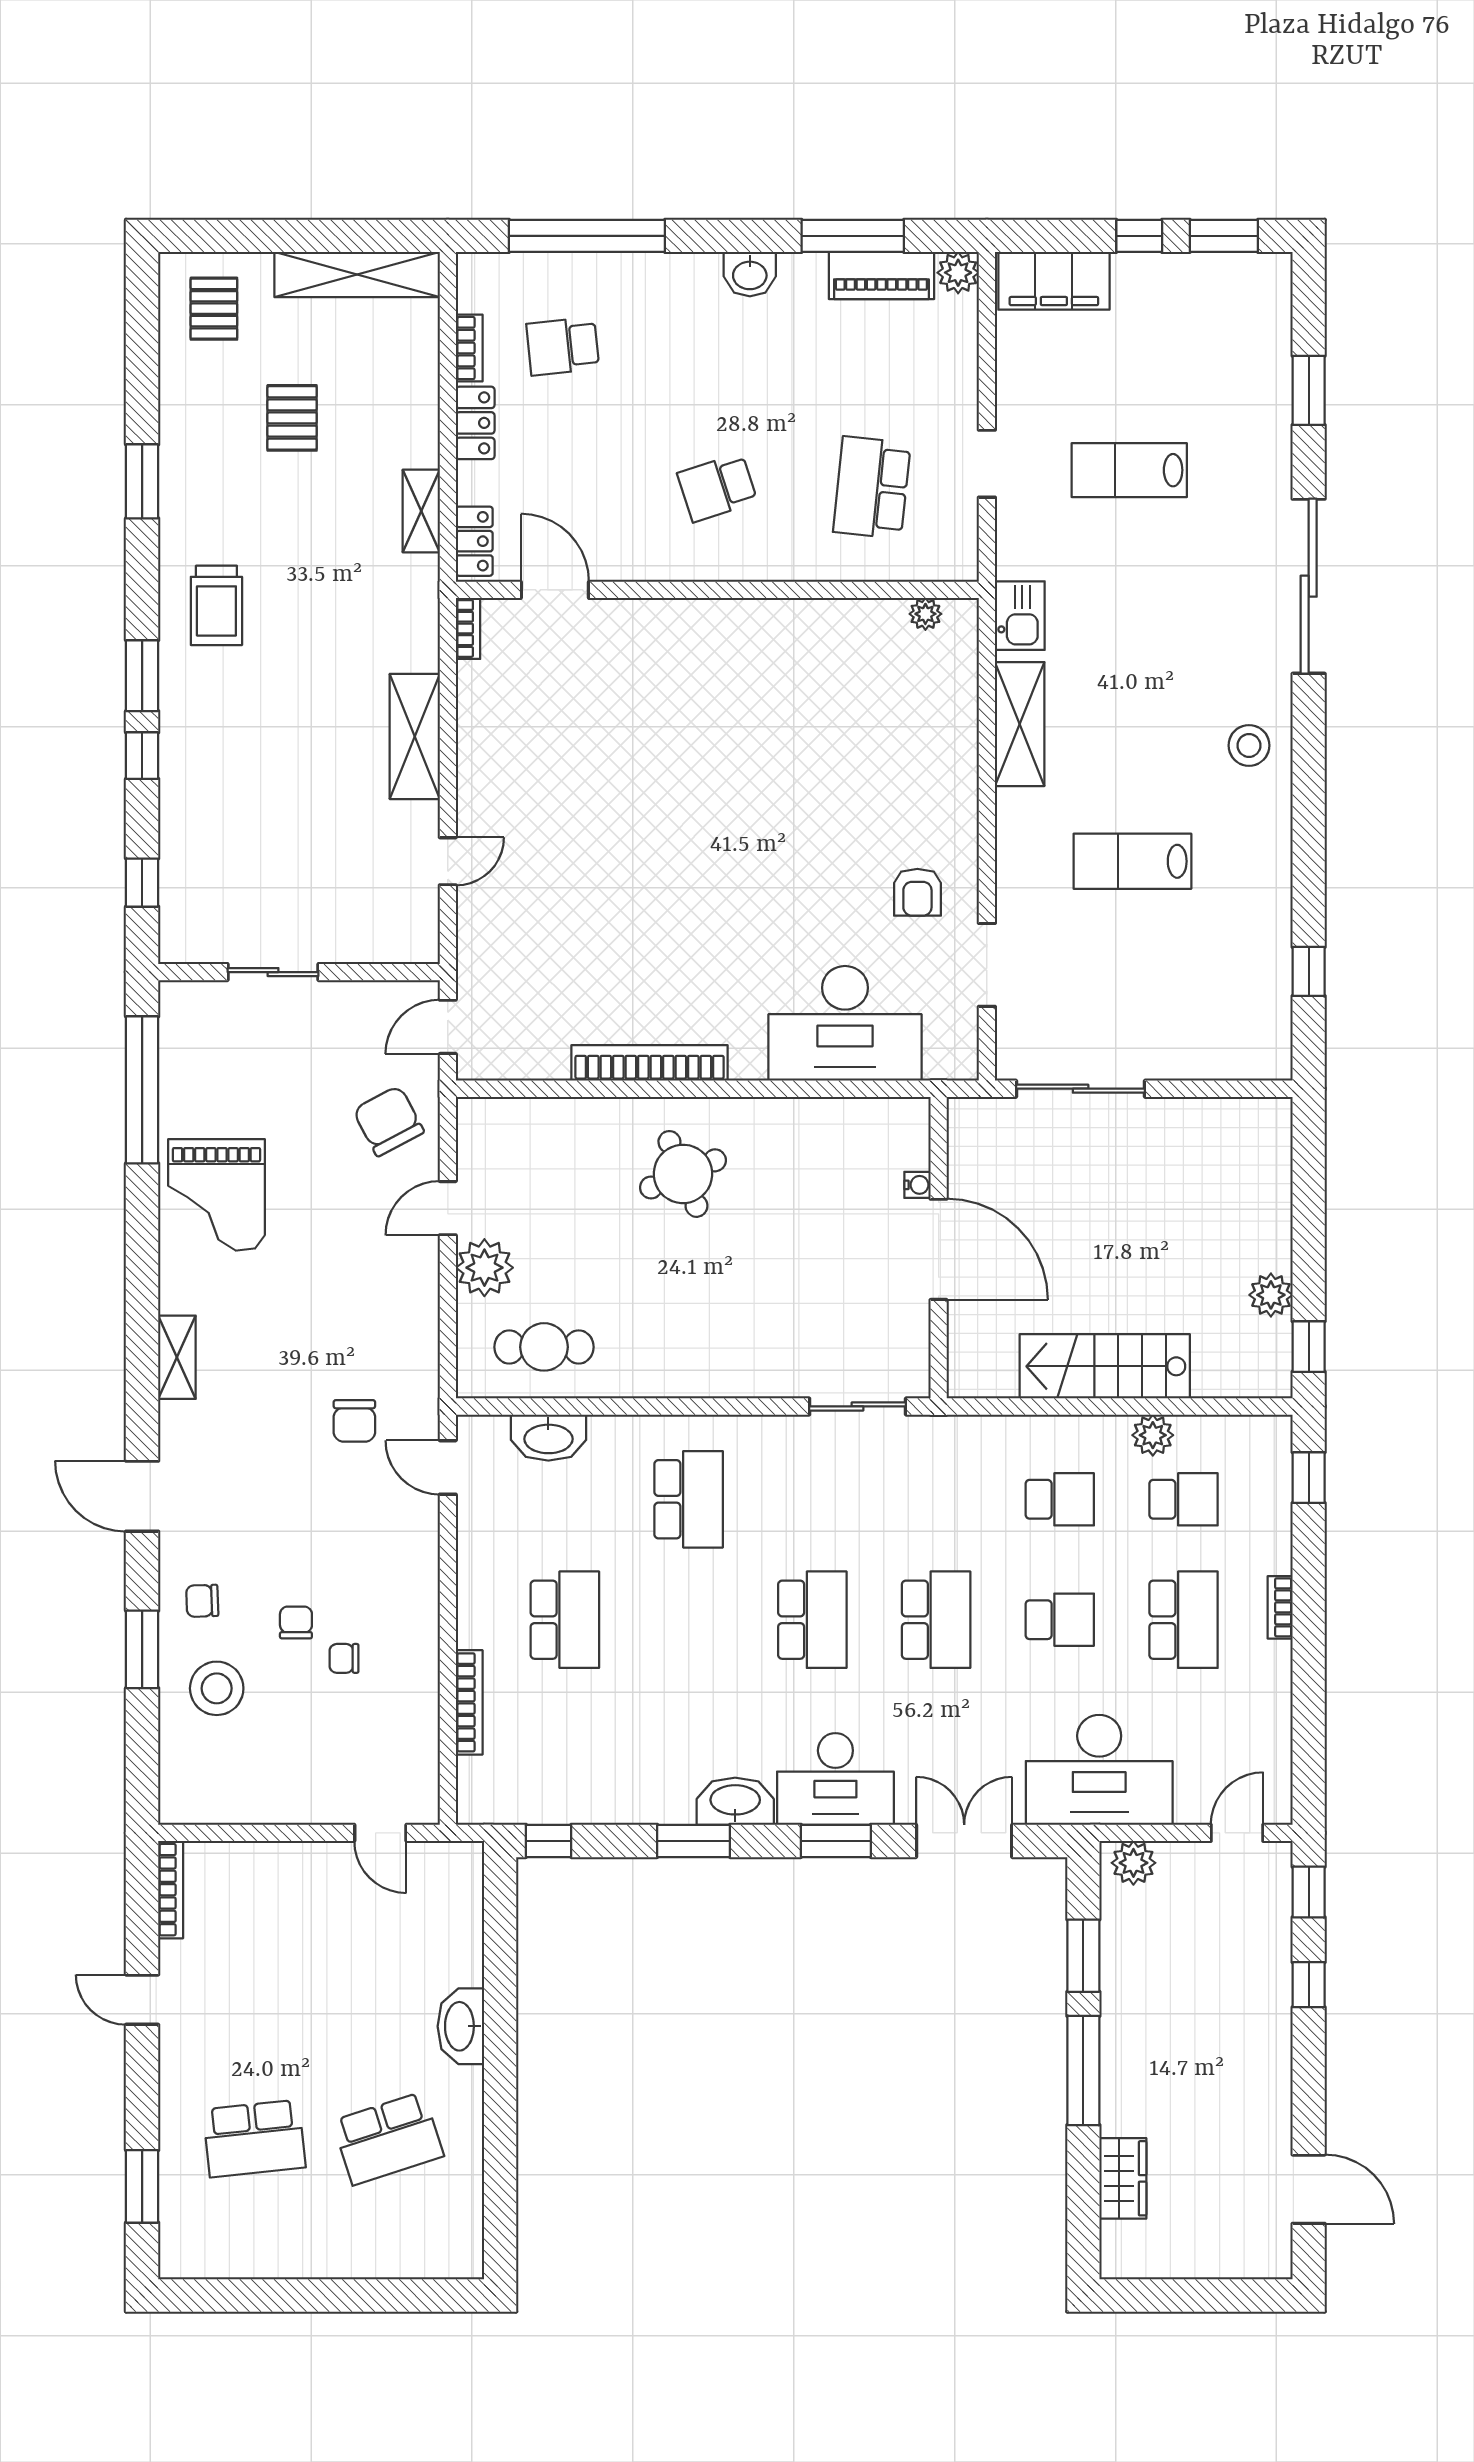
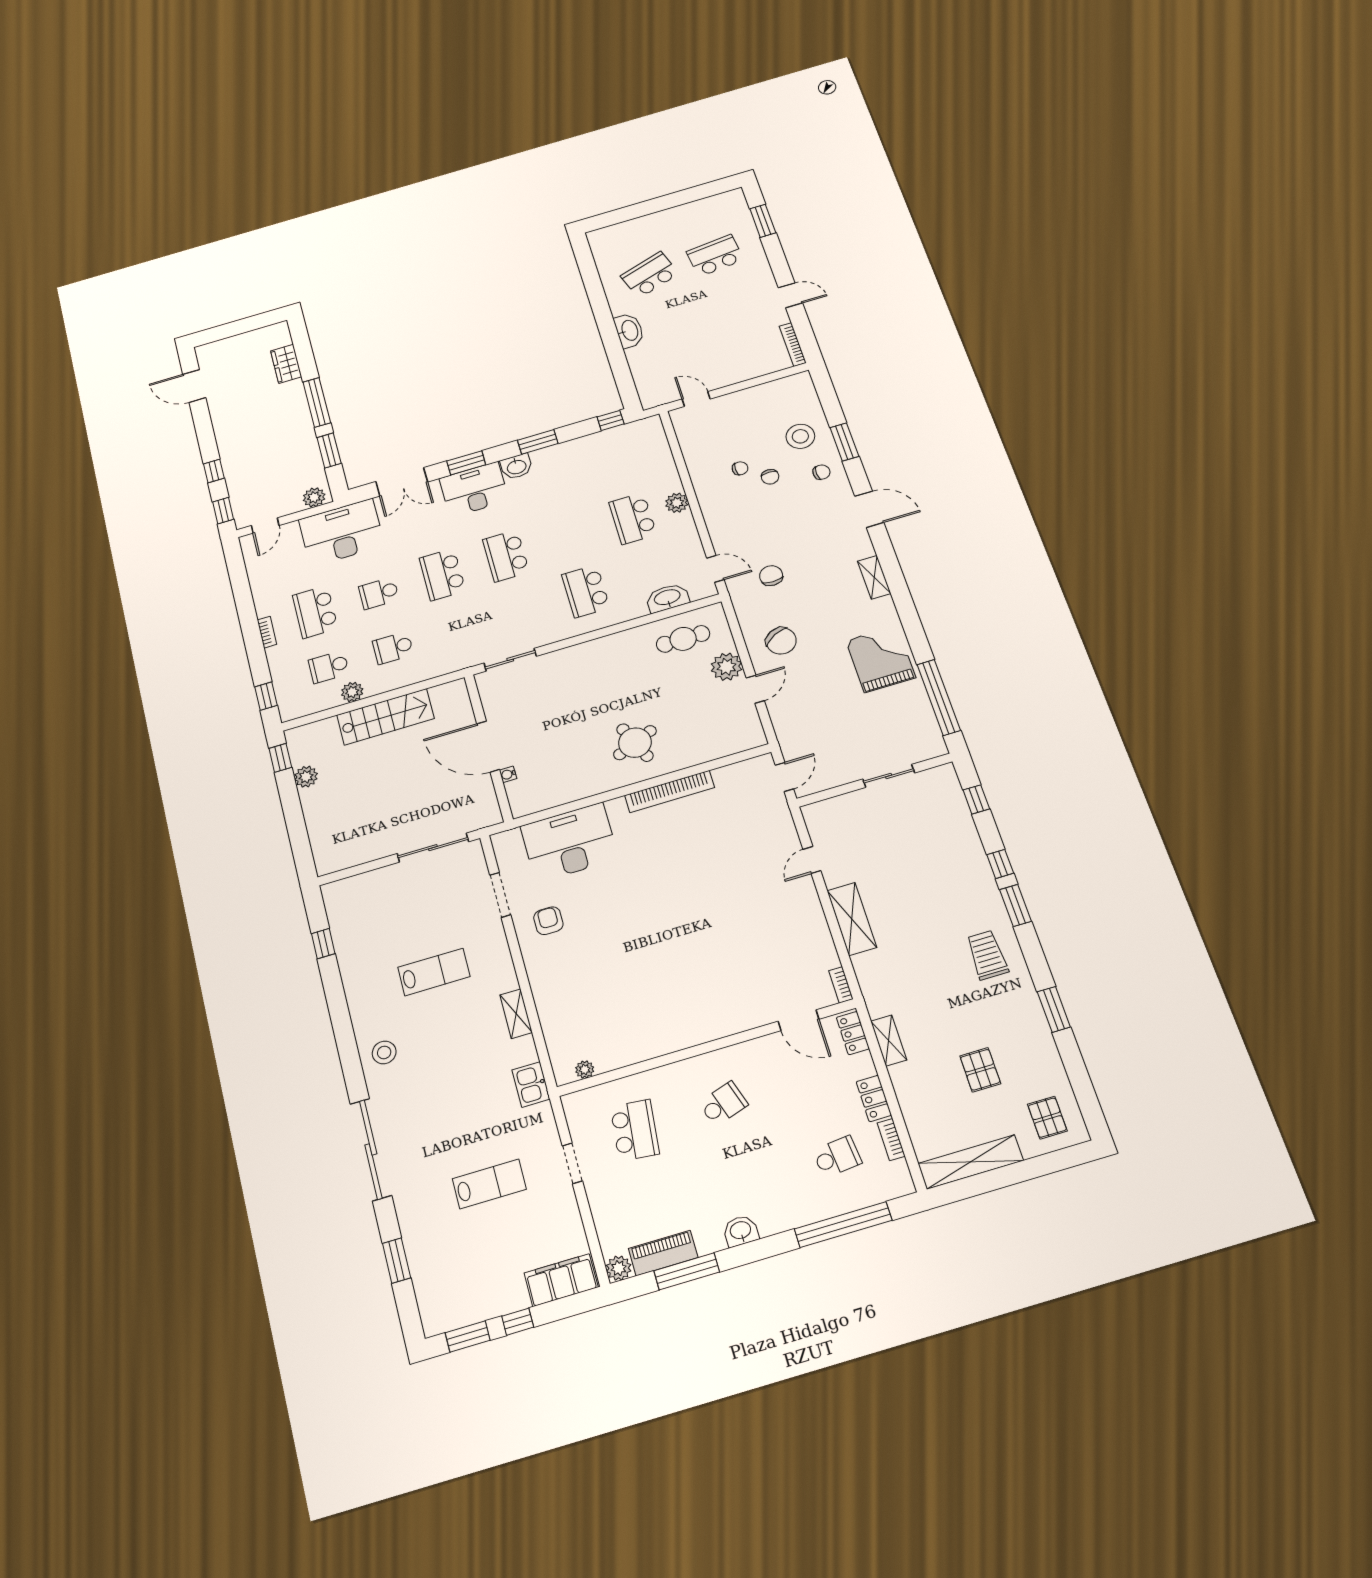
shelving: (1020, 724) -> (516, 1014), width x0.67, depth x0.75
chair: (388, 1121) -> (781, 641), moved
plant: (477, 1625) -> (677, 503), added
bookcase: (469, 1702) -> (670, 468), removed
washbasin: (735, 1801) -> (516, 467), width x0.72

